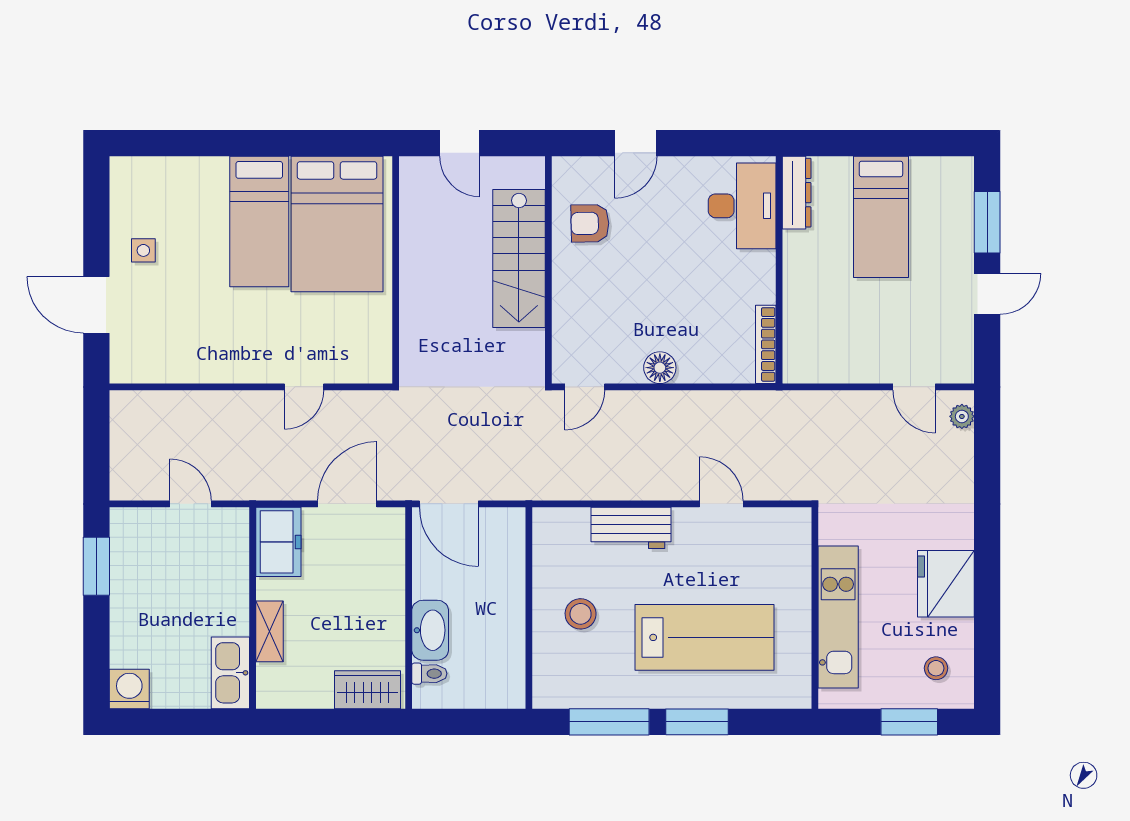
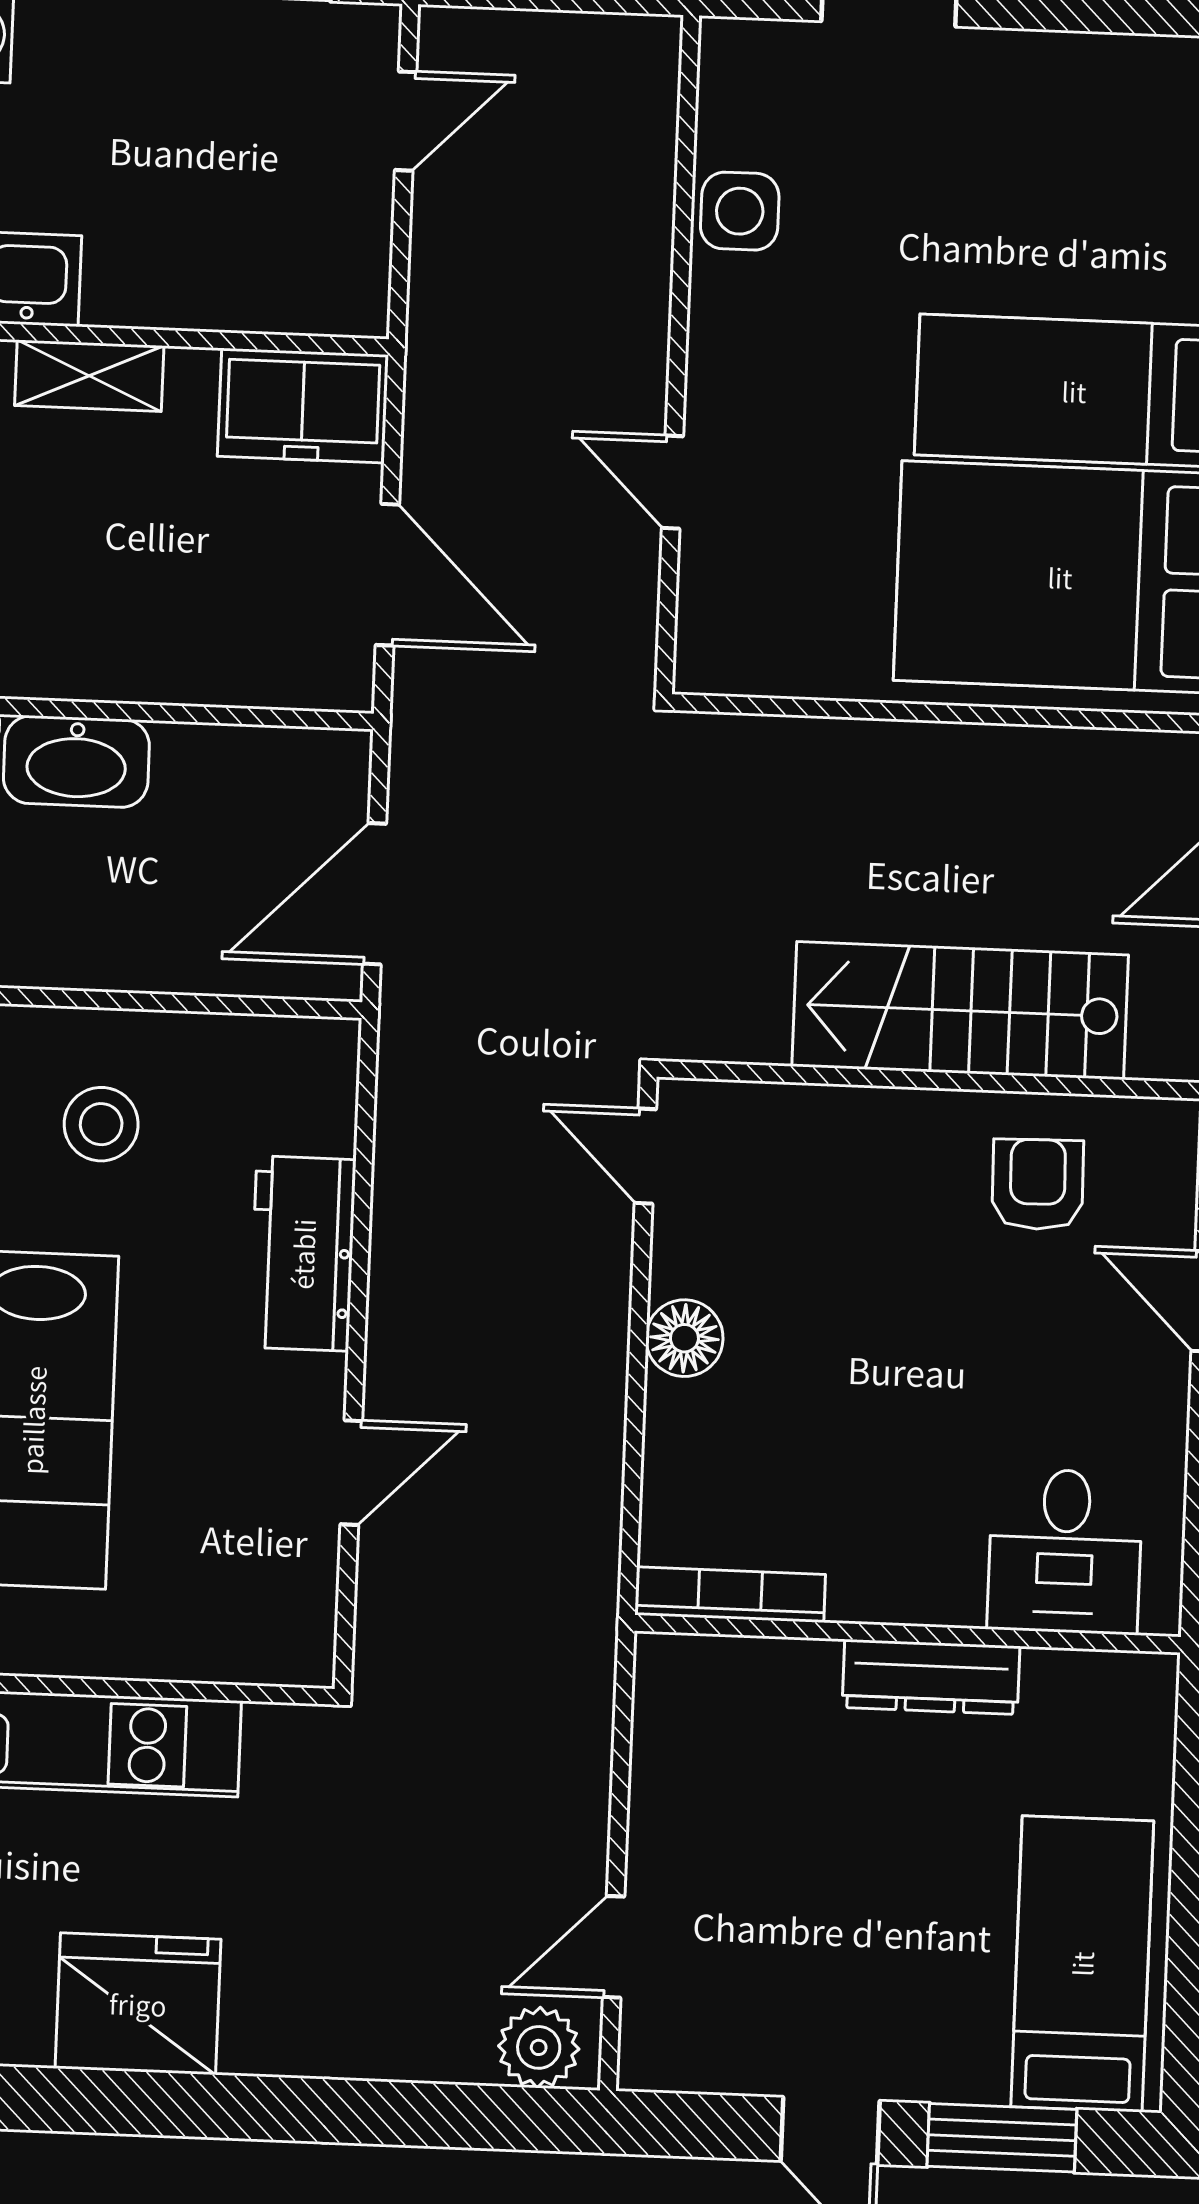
dresser: (797, 193) -> (931, 1677), moved
desk: (742, 206) -> (1065, 1551), width x0.73
bed: (881, 217) -> (1082, 1964), moved, turned 90
side table: (143, 250) -> (740, 211), moved, width x1.37, depth x1.37
plant: (962, 416) -> (539, 2047), width x1.38, depth x1.38
door: (190, 504) -> (406, 121), moved
door: (449, 504) -> (375, 894), moved

